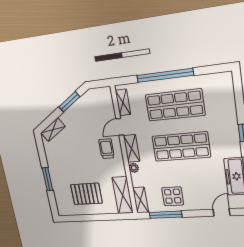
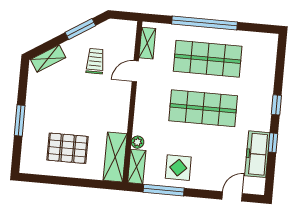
shelving: (132, 148) -> (143, 100), removed
trolley: (107, 149) -> (95, 61), moved
plant: (134, 168) -> (138, 142), moved

